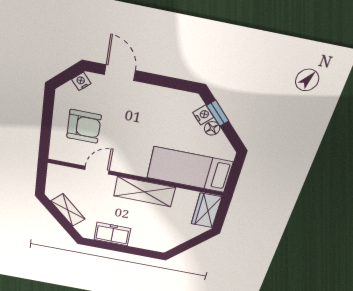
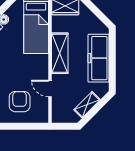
freezer: (112, 234) -> (99, 58), width x1.91, depth x1.26

